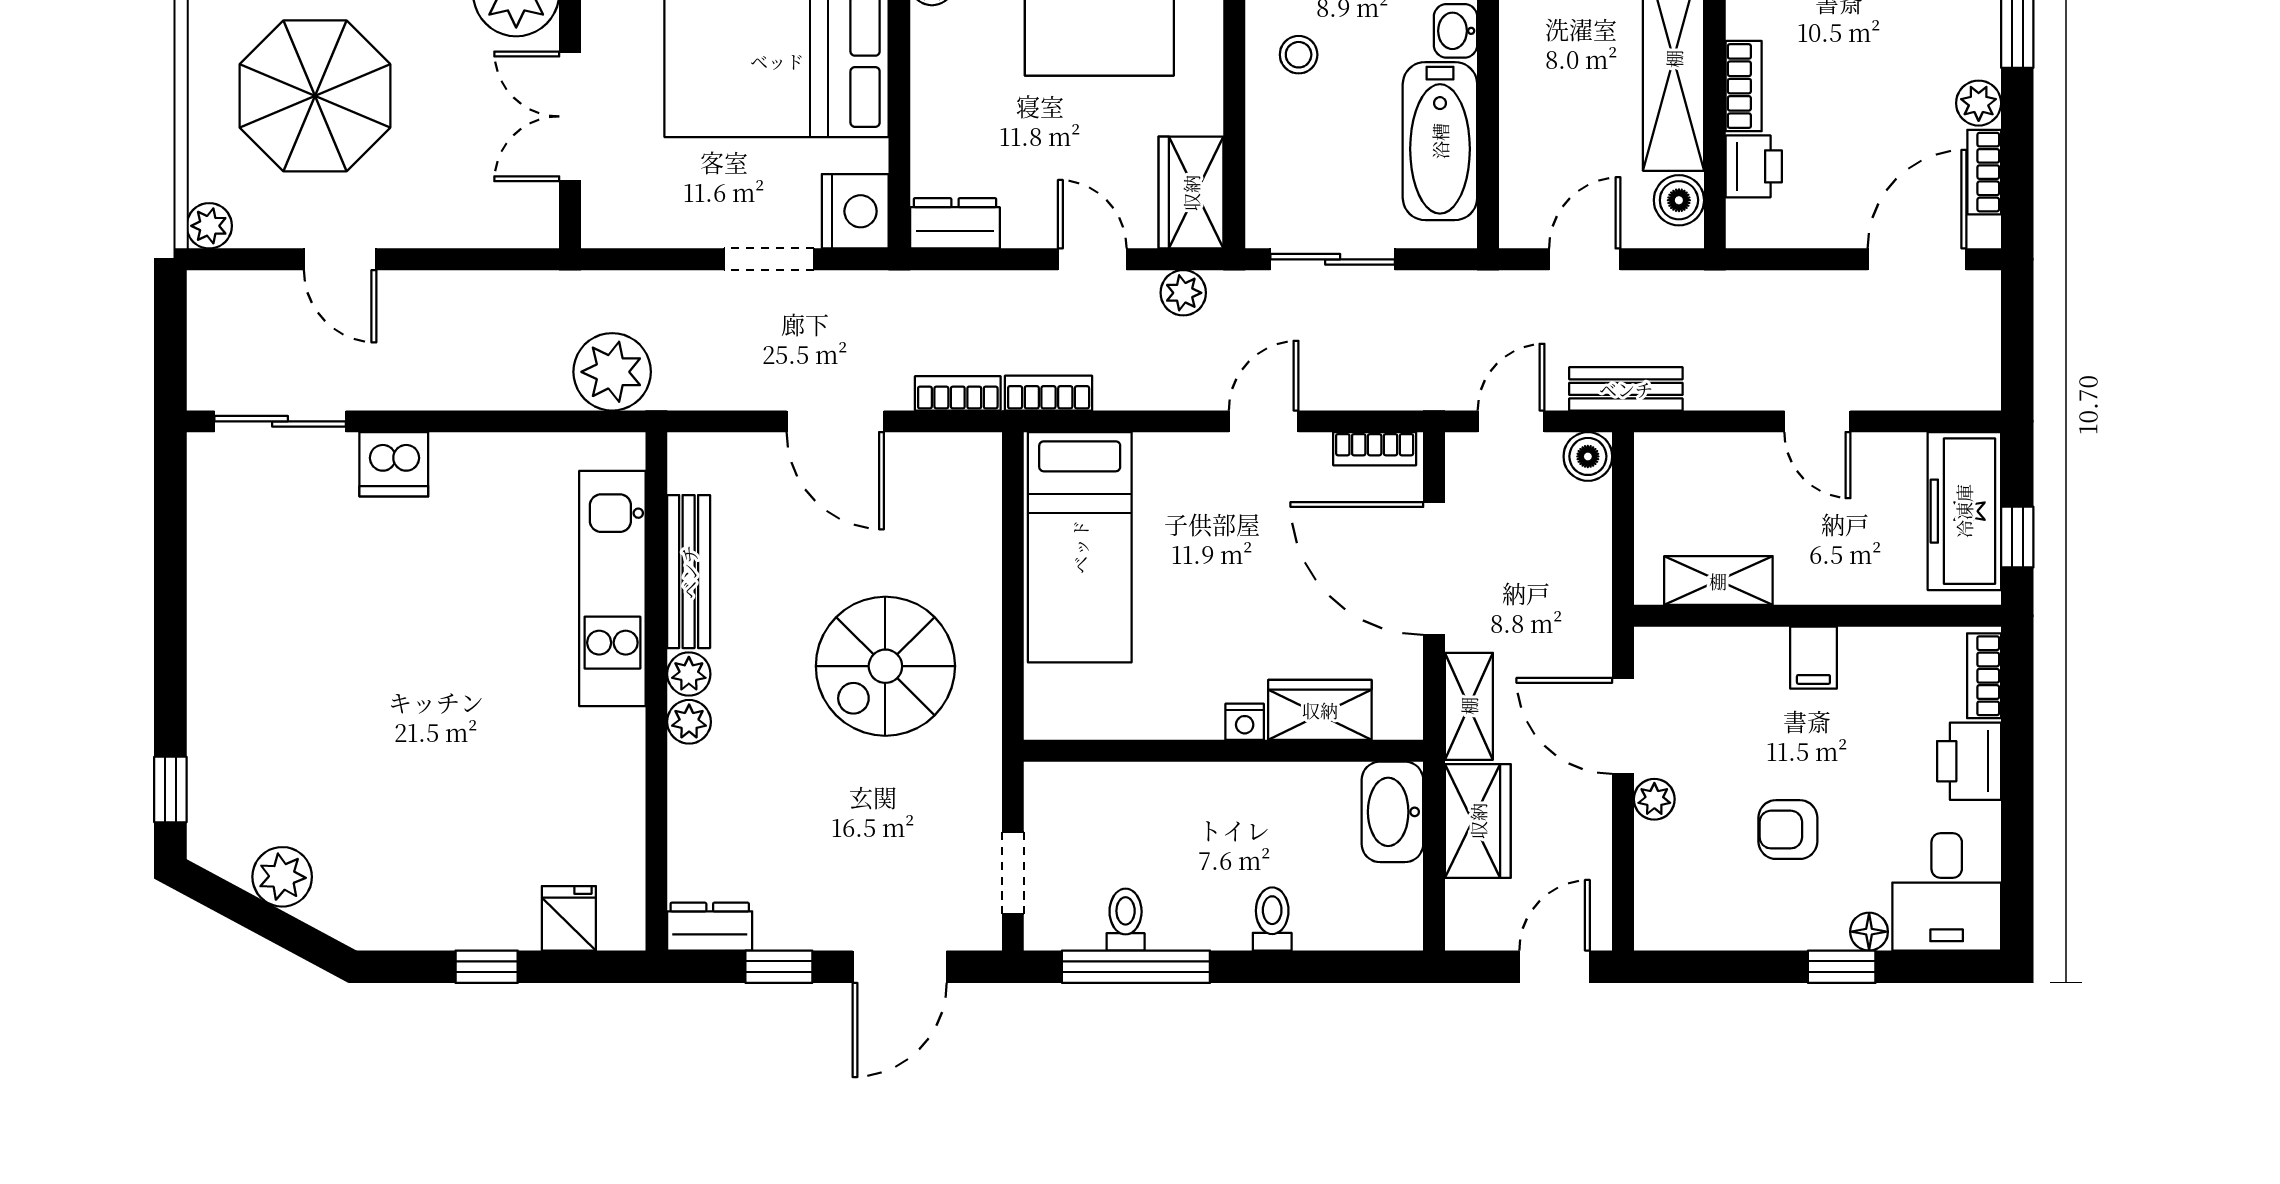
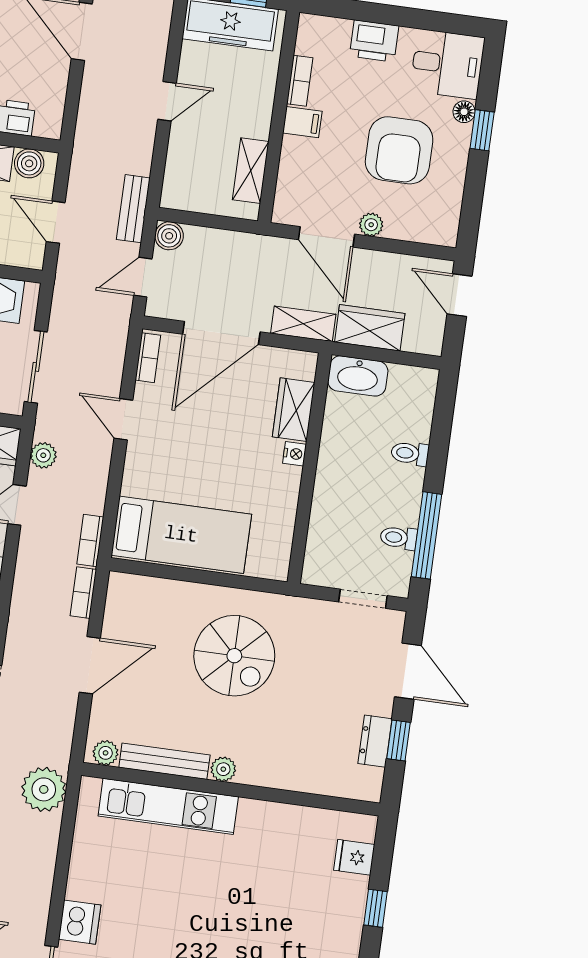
door: (1511, 421) -> (143, 277), hinge flipped
bookcase: (1984, 676) -> (300, 81), moved, turned -90
plant: (689, 722) -> (106, 753), moved
door: (1623, 726) -> (327, 237), hinge flipped
armchair: (1788, 830) -> (399, 150), width x1.88, depth x1.88
dresser: (710, 927) -> (375, 741), moved

